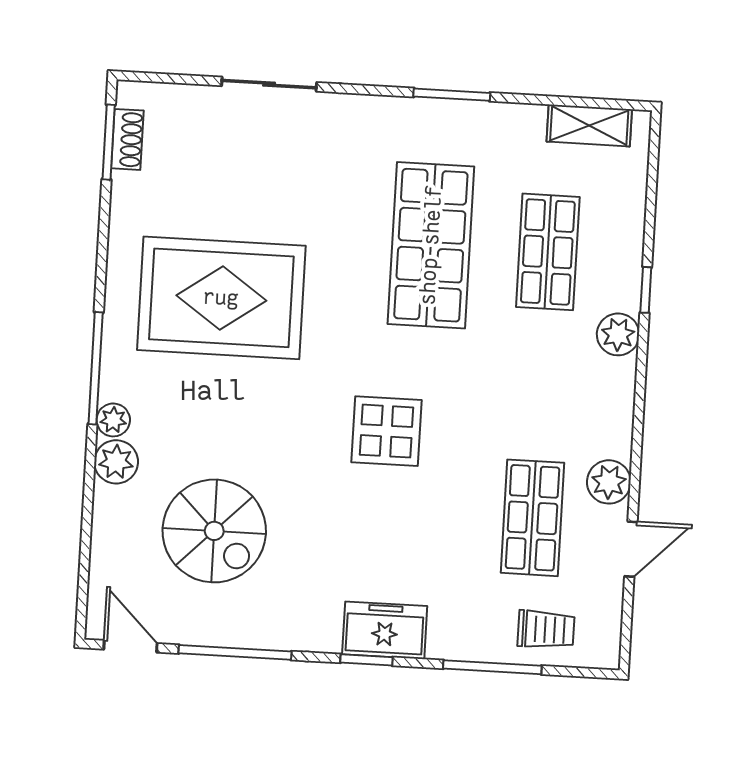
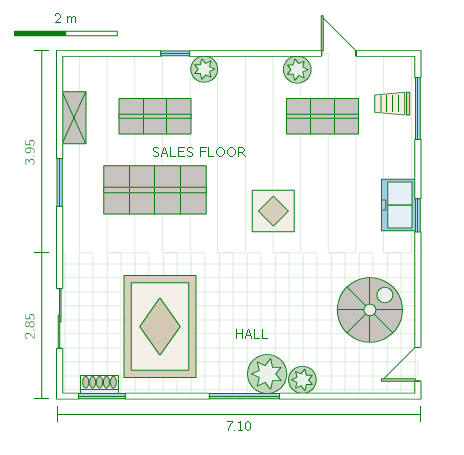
sliding door: (269, 84) -> (60, 319), moved
shelving: (589, 125) -> (74, 118), moved
rug: (221, 298) -> (160, 327), moved
plant: (113, 420) -> (267, 374), width x1.88, depth x1.88
spiral stairs: (214, 531) -> (370, 310), moved
trolley: (546, 629) -> (392, 104), turned -90
window: (235, 652) -> (418, 298), removed
window: (492, 667) -> (418, 108), moved

